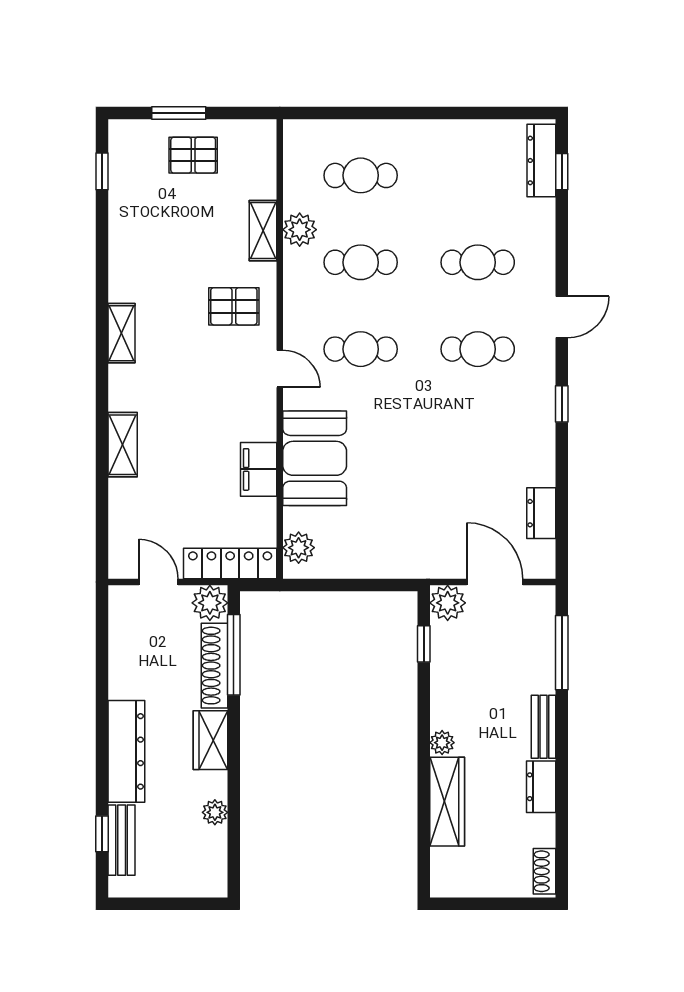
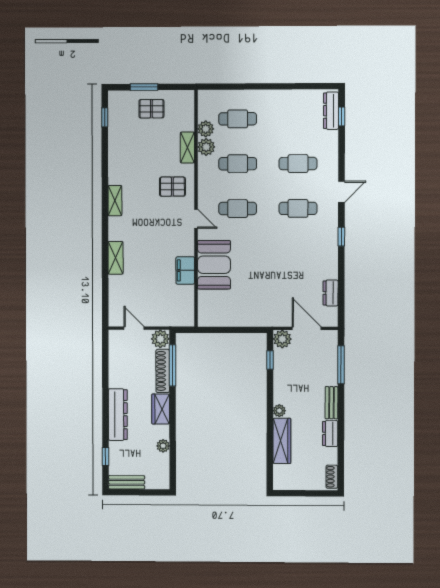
plant: (299, 548) -> (206, 129), moved
locker: (230, 564) -> (171, 319), removed
bench: (122, 840) -> (127, 482), moved, turned 90

